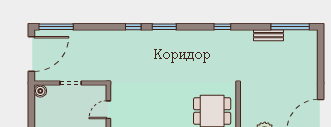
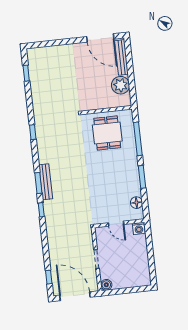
window: (56, 27) -> (49, 277), width x0.46
window: (290, 27) -> (26, 73), width x0.46
bench: (268, 35) -> (46, 182), moved, width x1.36

